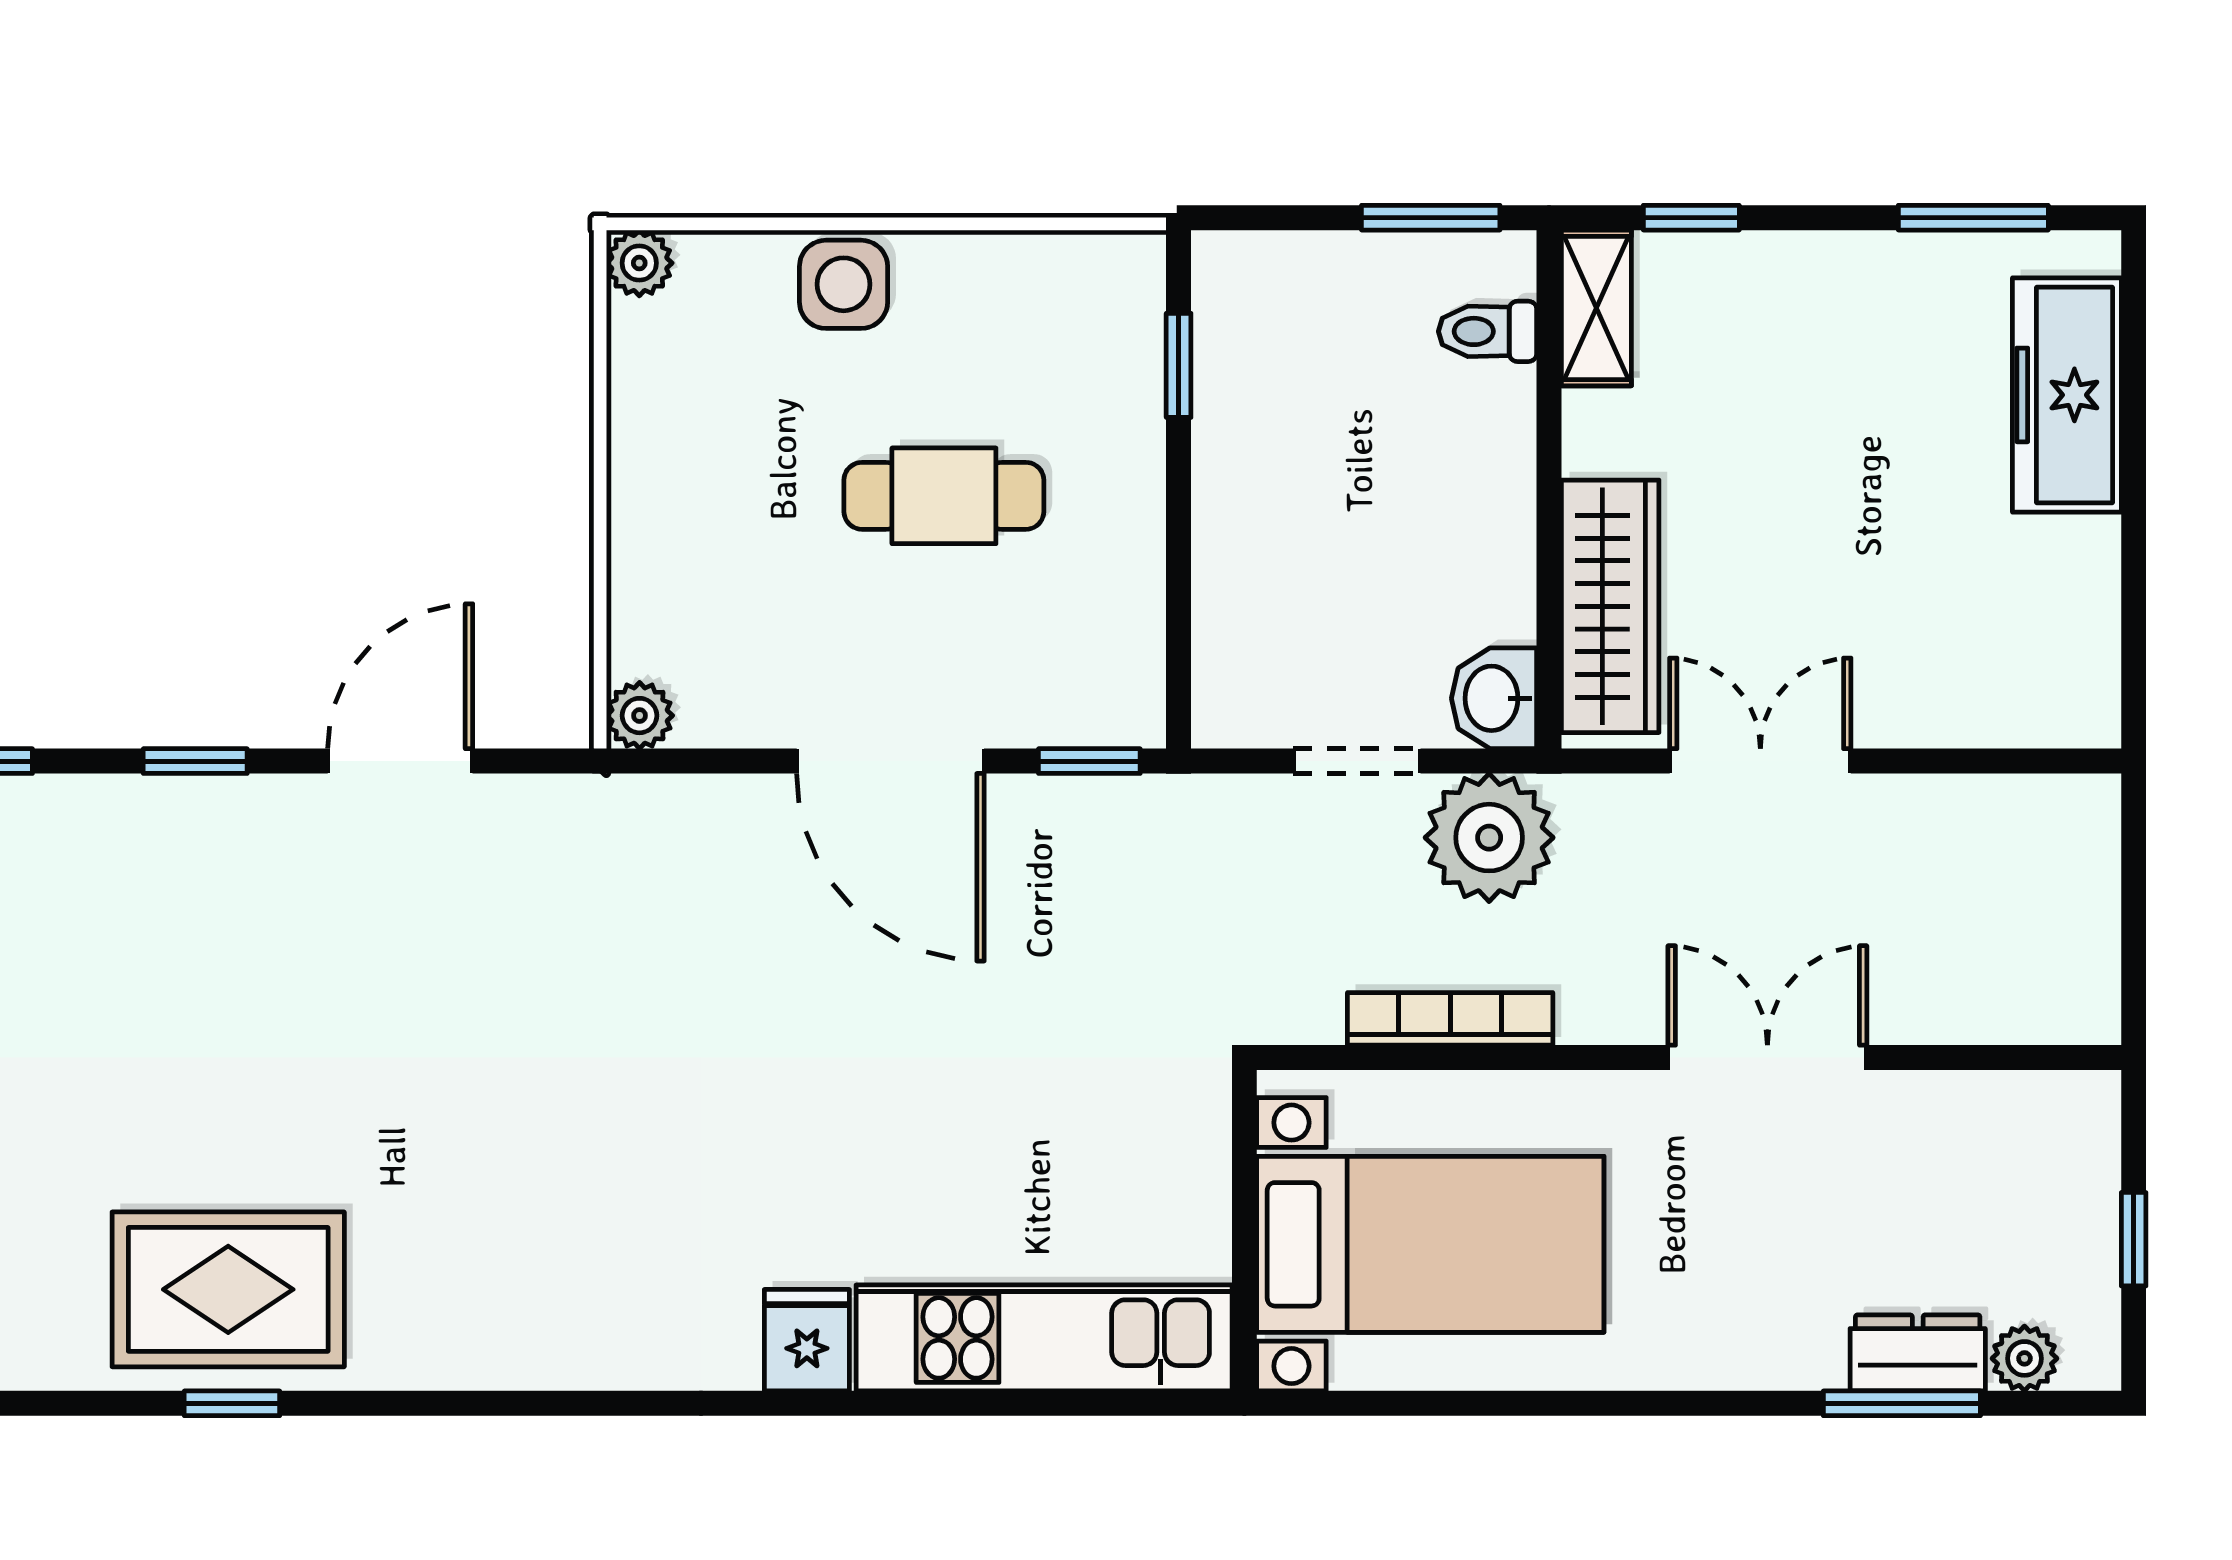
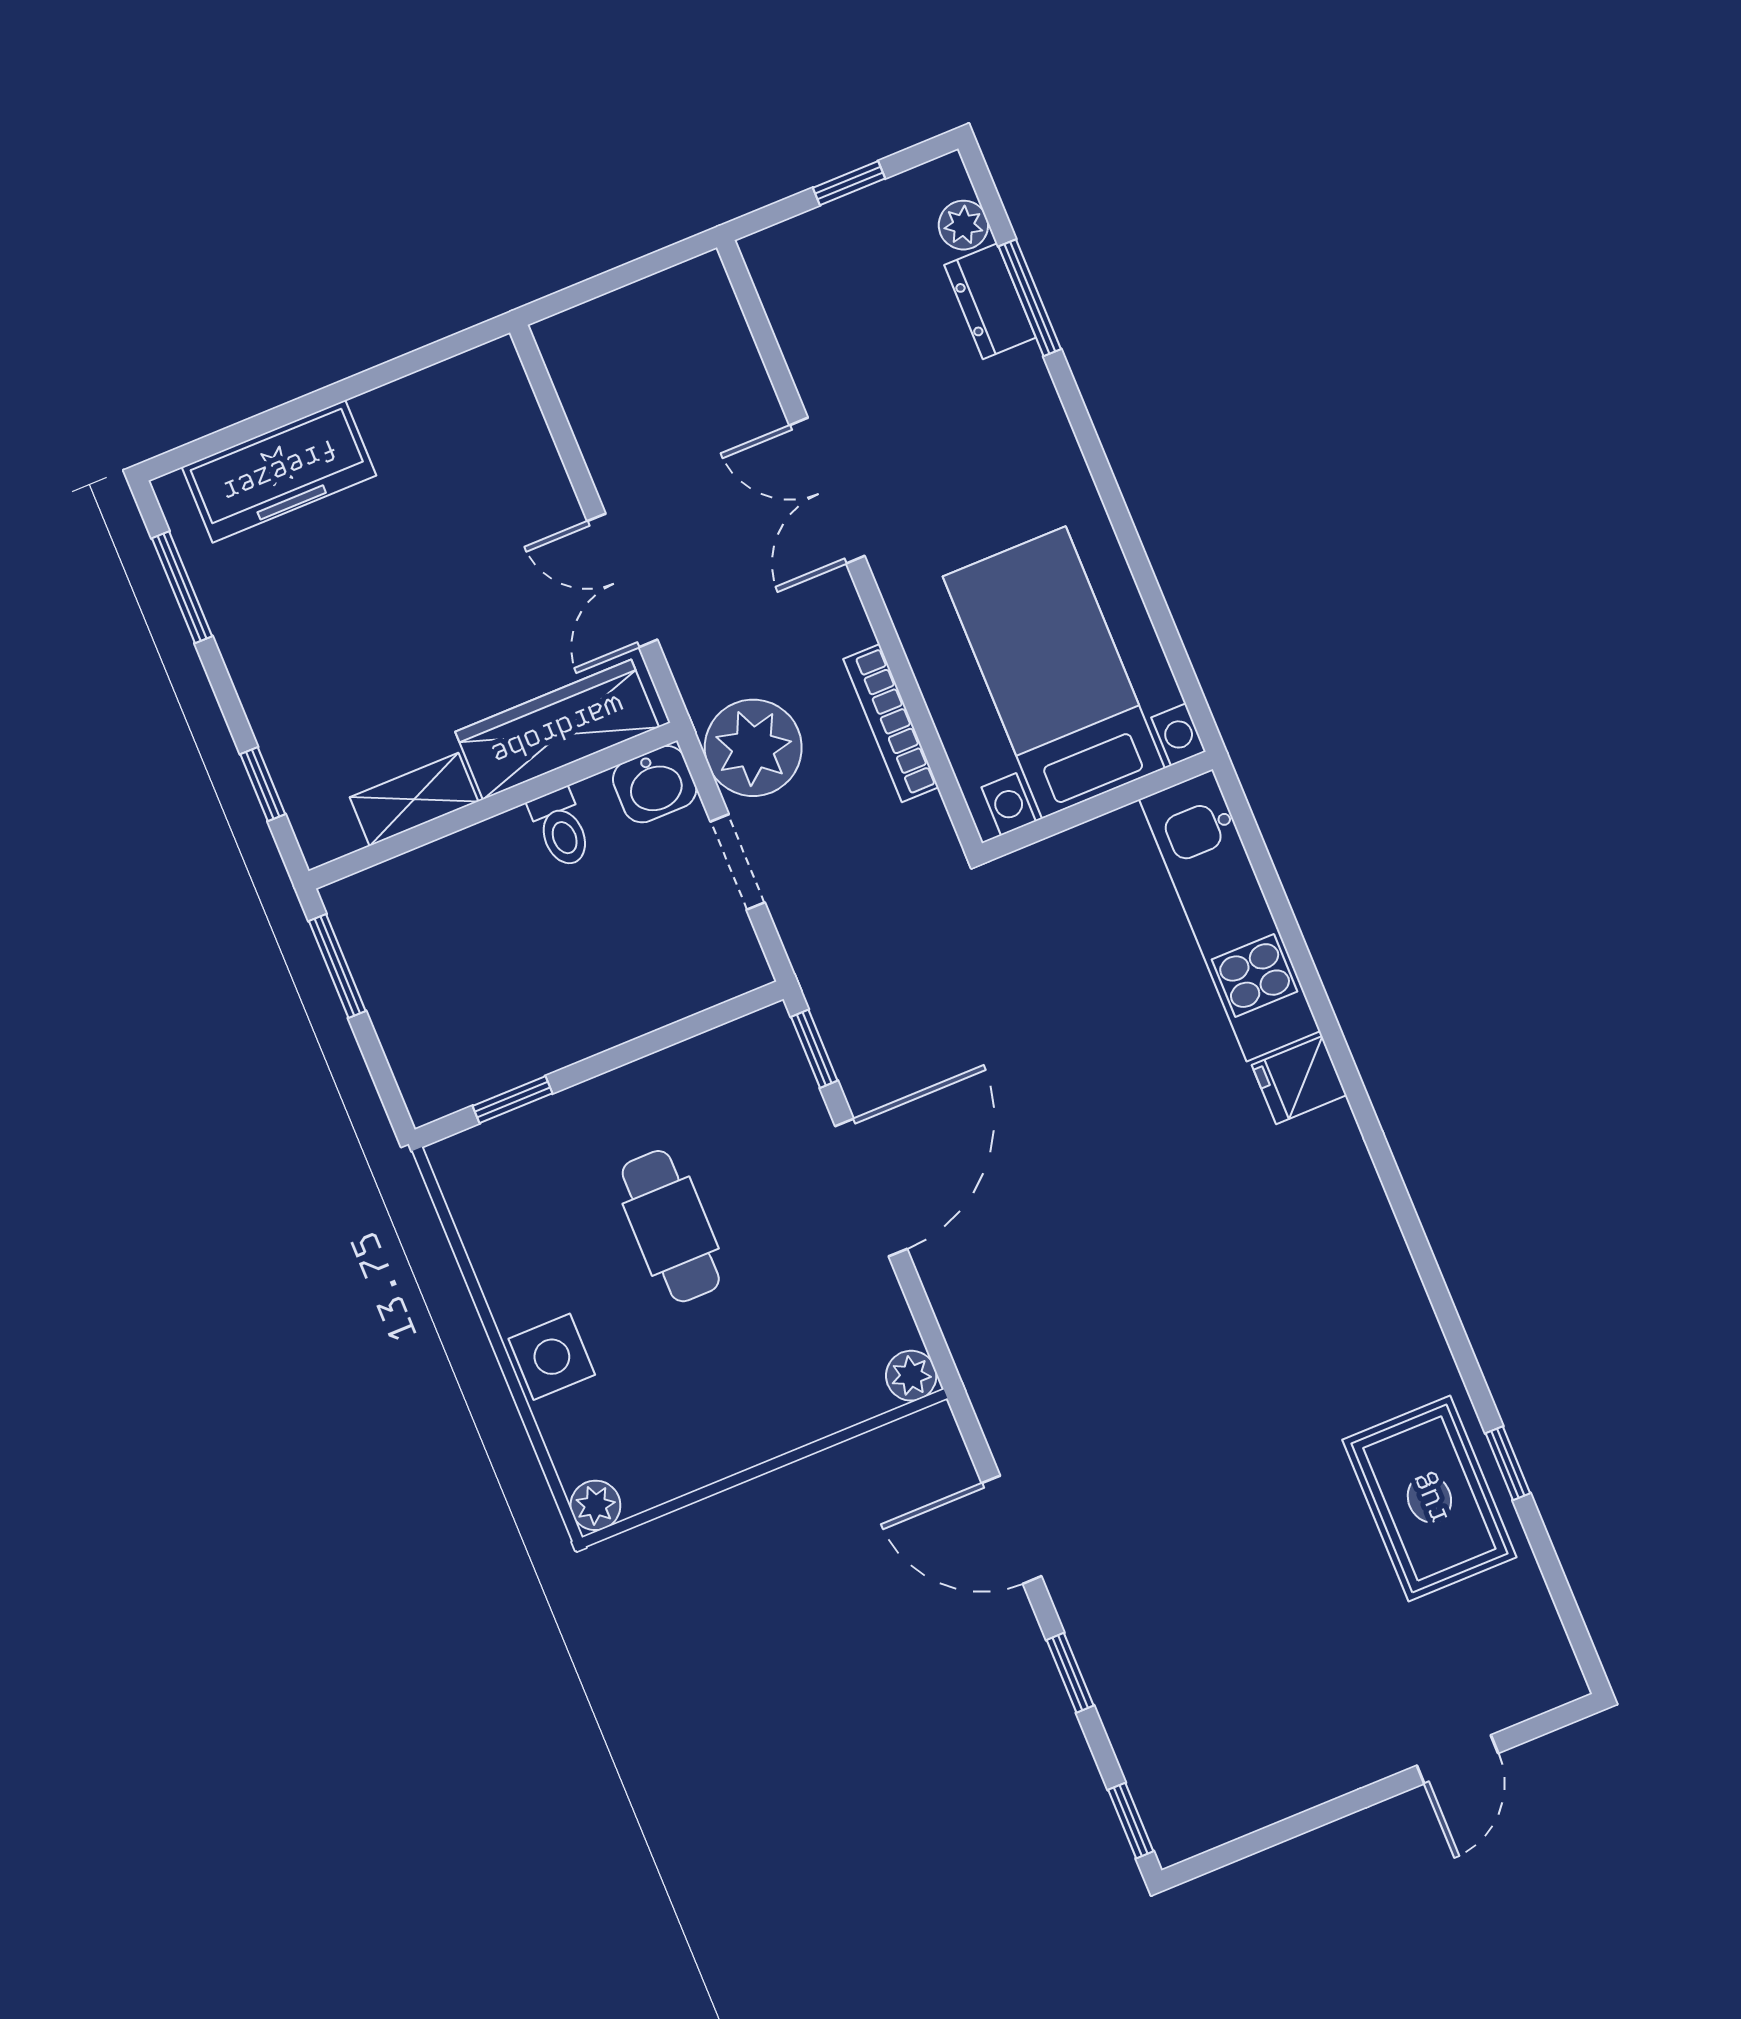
shelving: (1596, 308) -> (414, 799), moved
toilet: (1488, 331) -> (561, 828), moved

